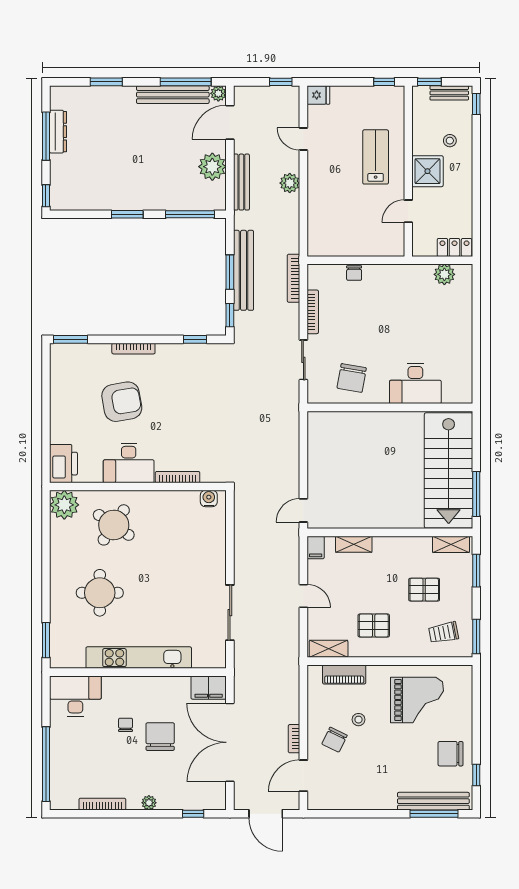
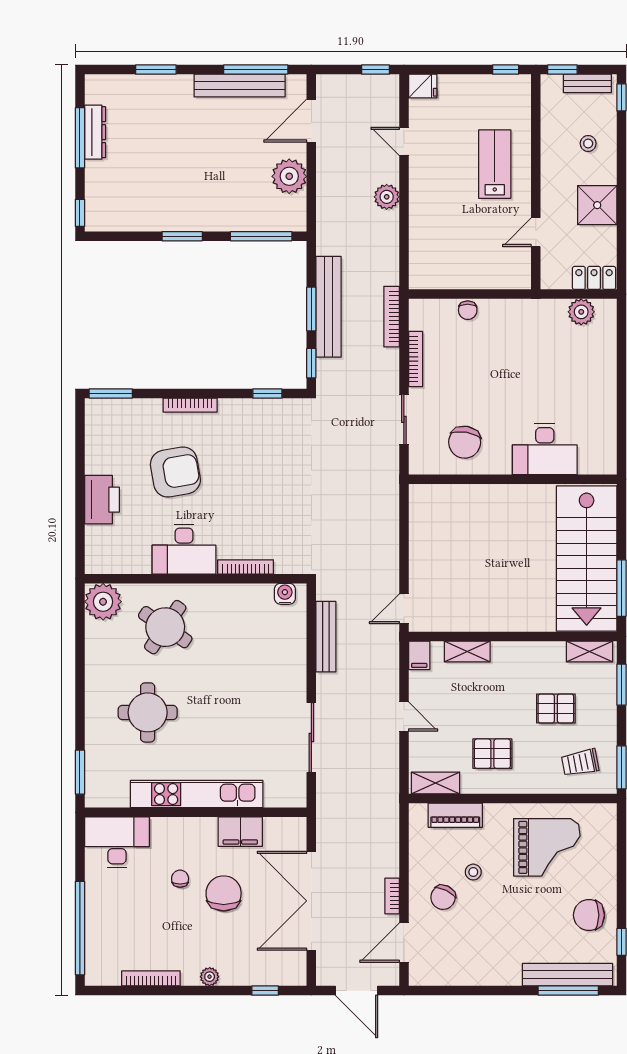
plant: (218, 93) -> (297, 84), removed
shower: (427, 171) -> (597, 205), moved
bench: (241, 182) -> (326, 637), moved
printer: (63, 464) -> (102, 500), moved
filing cabinet: (209, 688) -> (240, 832), moved

